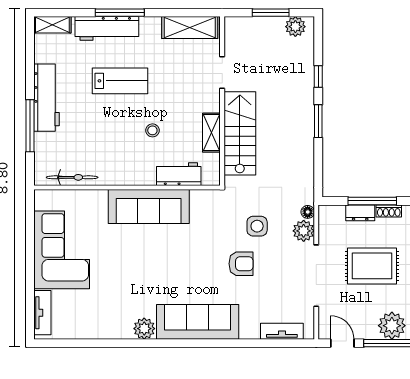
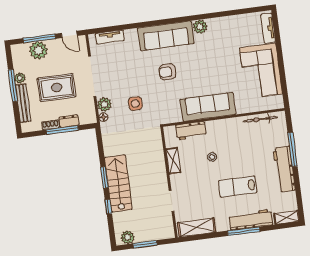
stairs: (240, 133) -> (118, 183), moved, turned 180
armchair: (241, 264) -> (167, 72), moved

